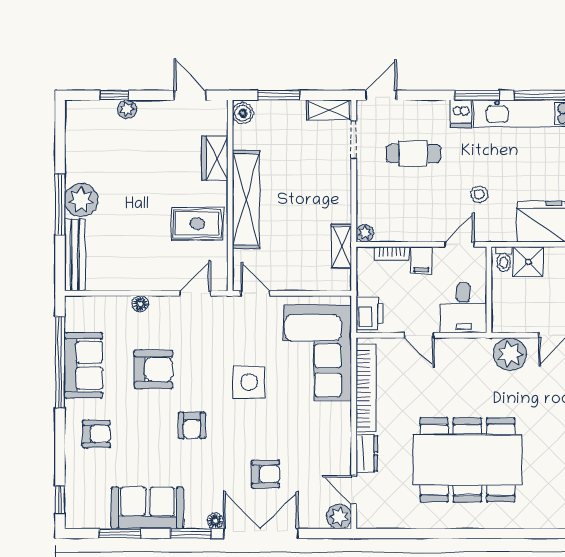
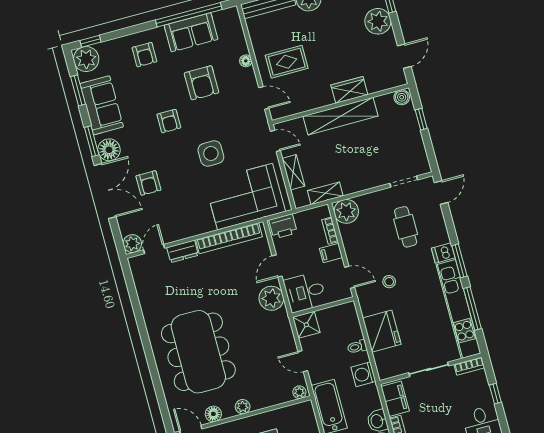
window: (278, 95) -> (421, 119), width x0.67
door: (381, 95) -> (441, 192), hinge flipped
plant: (127, 109) -> (378, 21), width x1.87, depth x1.87
shelving: (329, 110) -> (293, 172), moved
wardrobe: (215, 158) -> (349, 90), moved
rug: (197, 224) -> (287, 62), moved, turned 90
plant: (365, 233) -> (346, 211), width x1.88, depth x1.88
toilet: (504, 259) -> (357, 347), moved
shower: (528, 262) -> (306, 325), moved
door: (255, 293) -> (275, 141), hinge flipped
plant: (510, 354) -> (271, 298), moved
armchair: (192, 425) -> (169, 121), turned -90
dining table: (467, 460) -> (198, 352), moved
plant: (82, 512) -> (86, 59), added
floor lamp: (215, 521) -> (109, 150), width x1.89, depth x1.89

